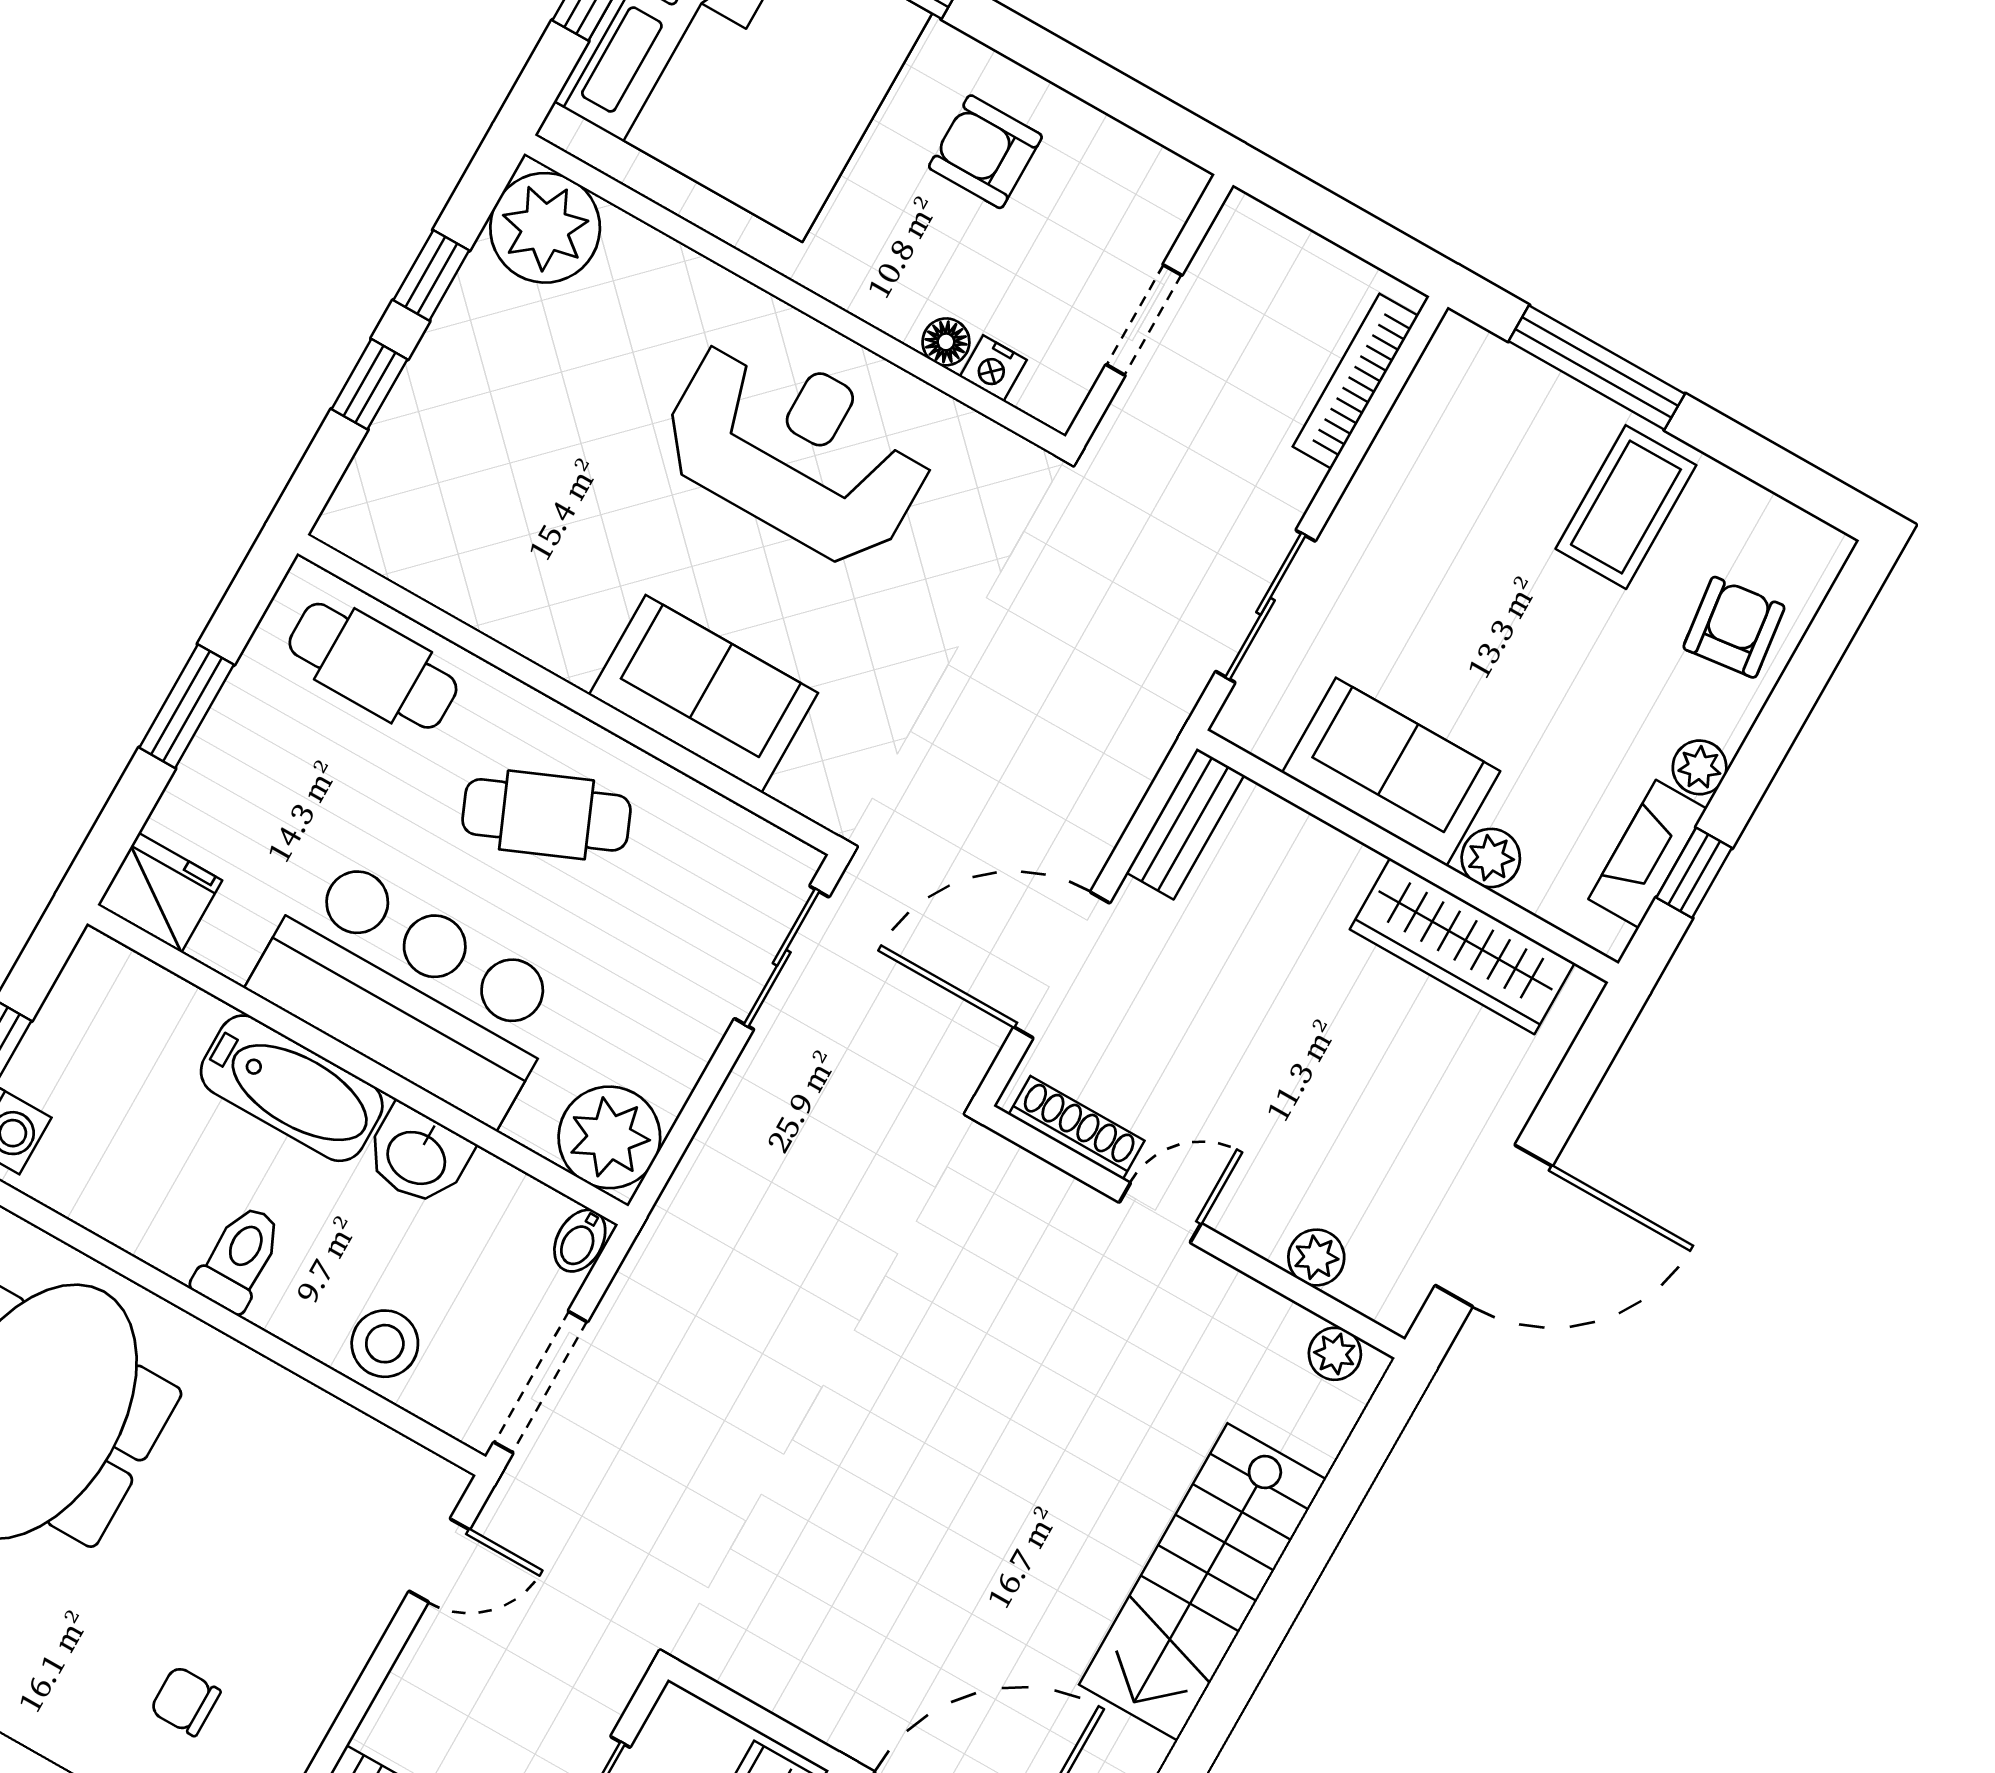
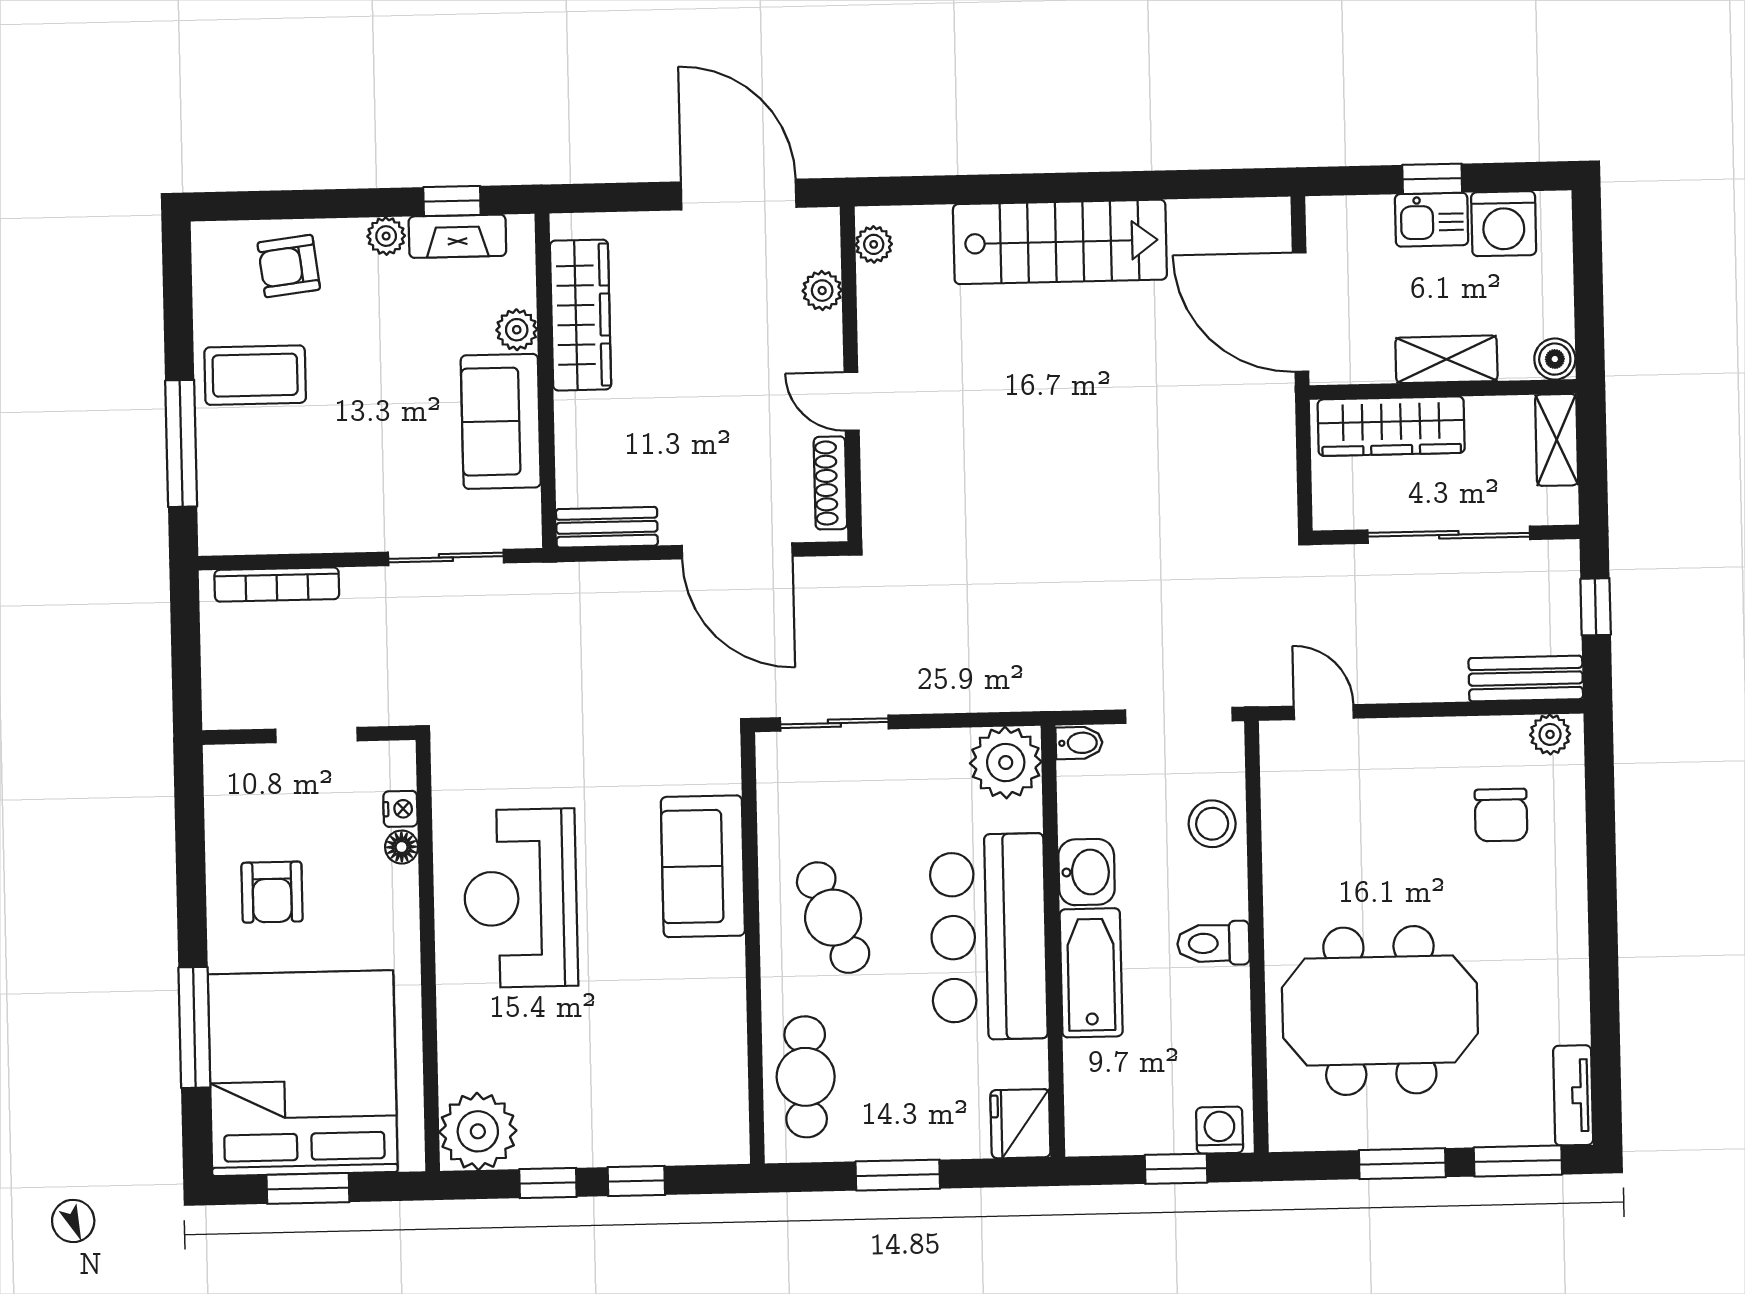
chair: (185, 1701) -> (1501, 815), width x1.37, depth x1.37

